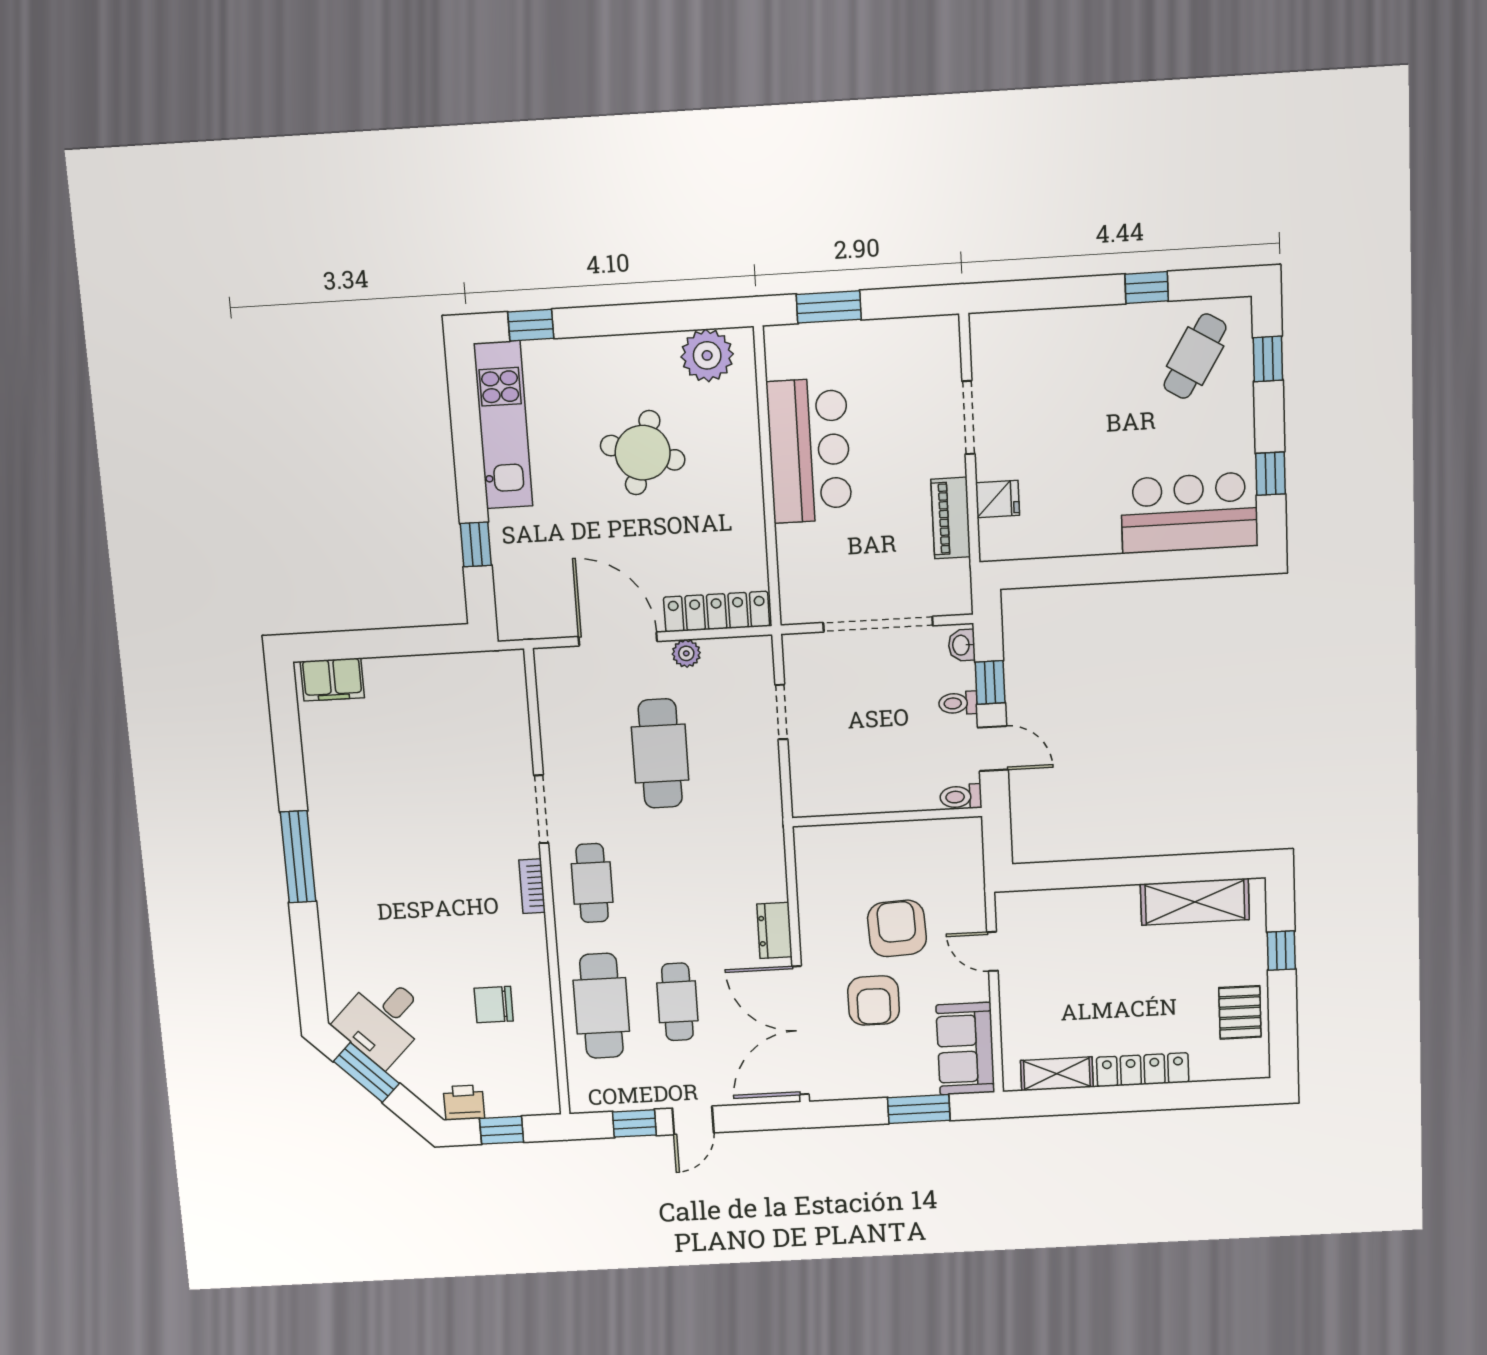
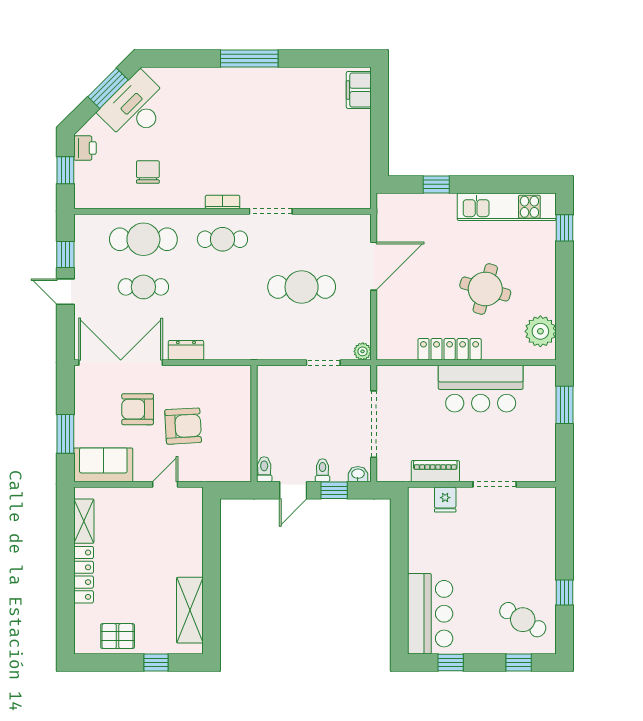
locker: (717, 612) -> (450, 349), moved, turned -90
plant: (686, 653) -> (363, 351), moved
desk: (383, 1020) -> (135, 108), width x1.37

